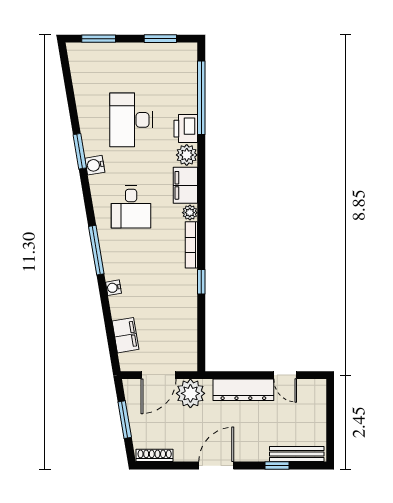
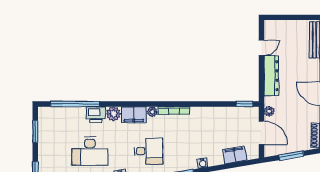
window: (201, 282) -> (244, 104), moved
plant: (190, 393) -> (269, 111), width x0.53, depth x0.53

